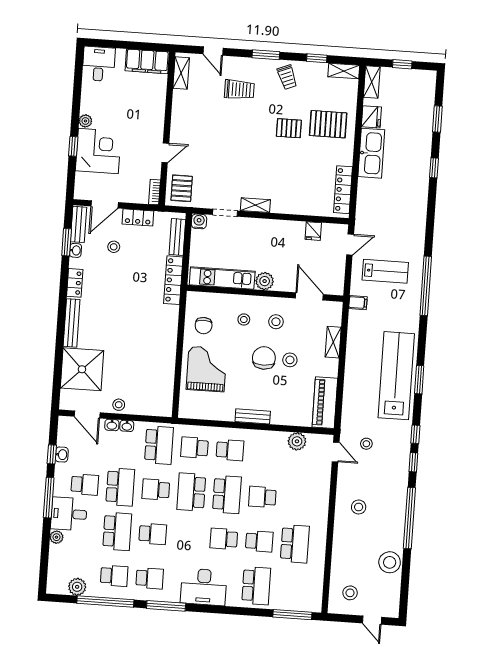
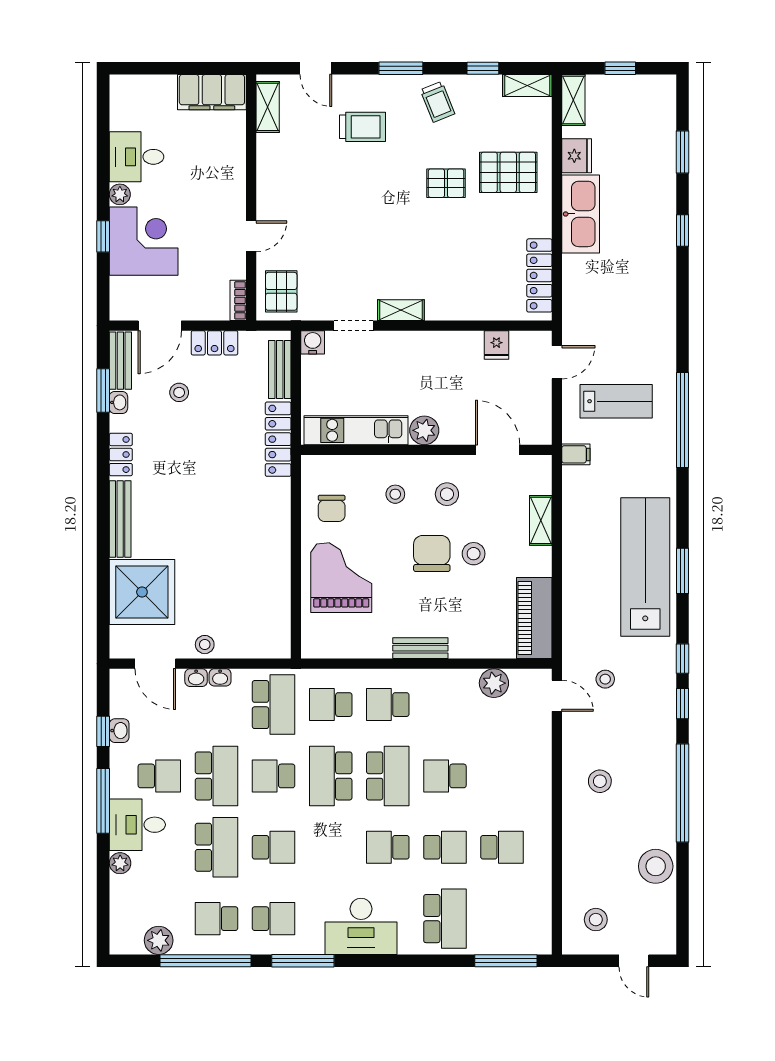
desk: (99, 64) -> (137, 157), moved, turned -90
school desk: (230, 450) -> (388, 705), turned 180
school desk: (295, 544) -> (502, 847), width x0.54
school desk: (114, 576) -> (216, 919), turned 180

